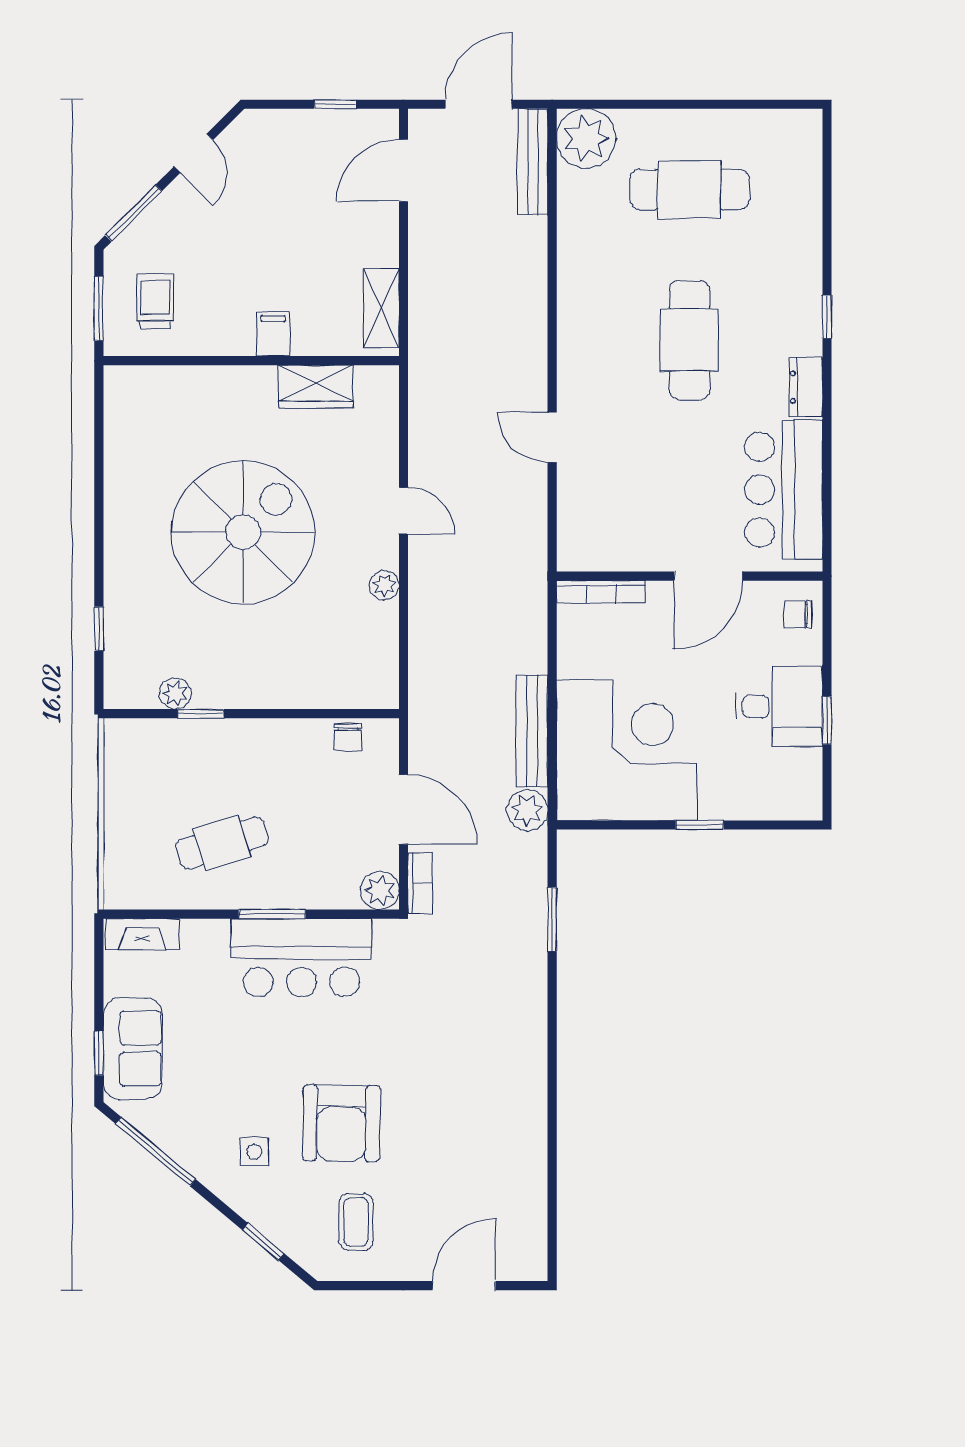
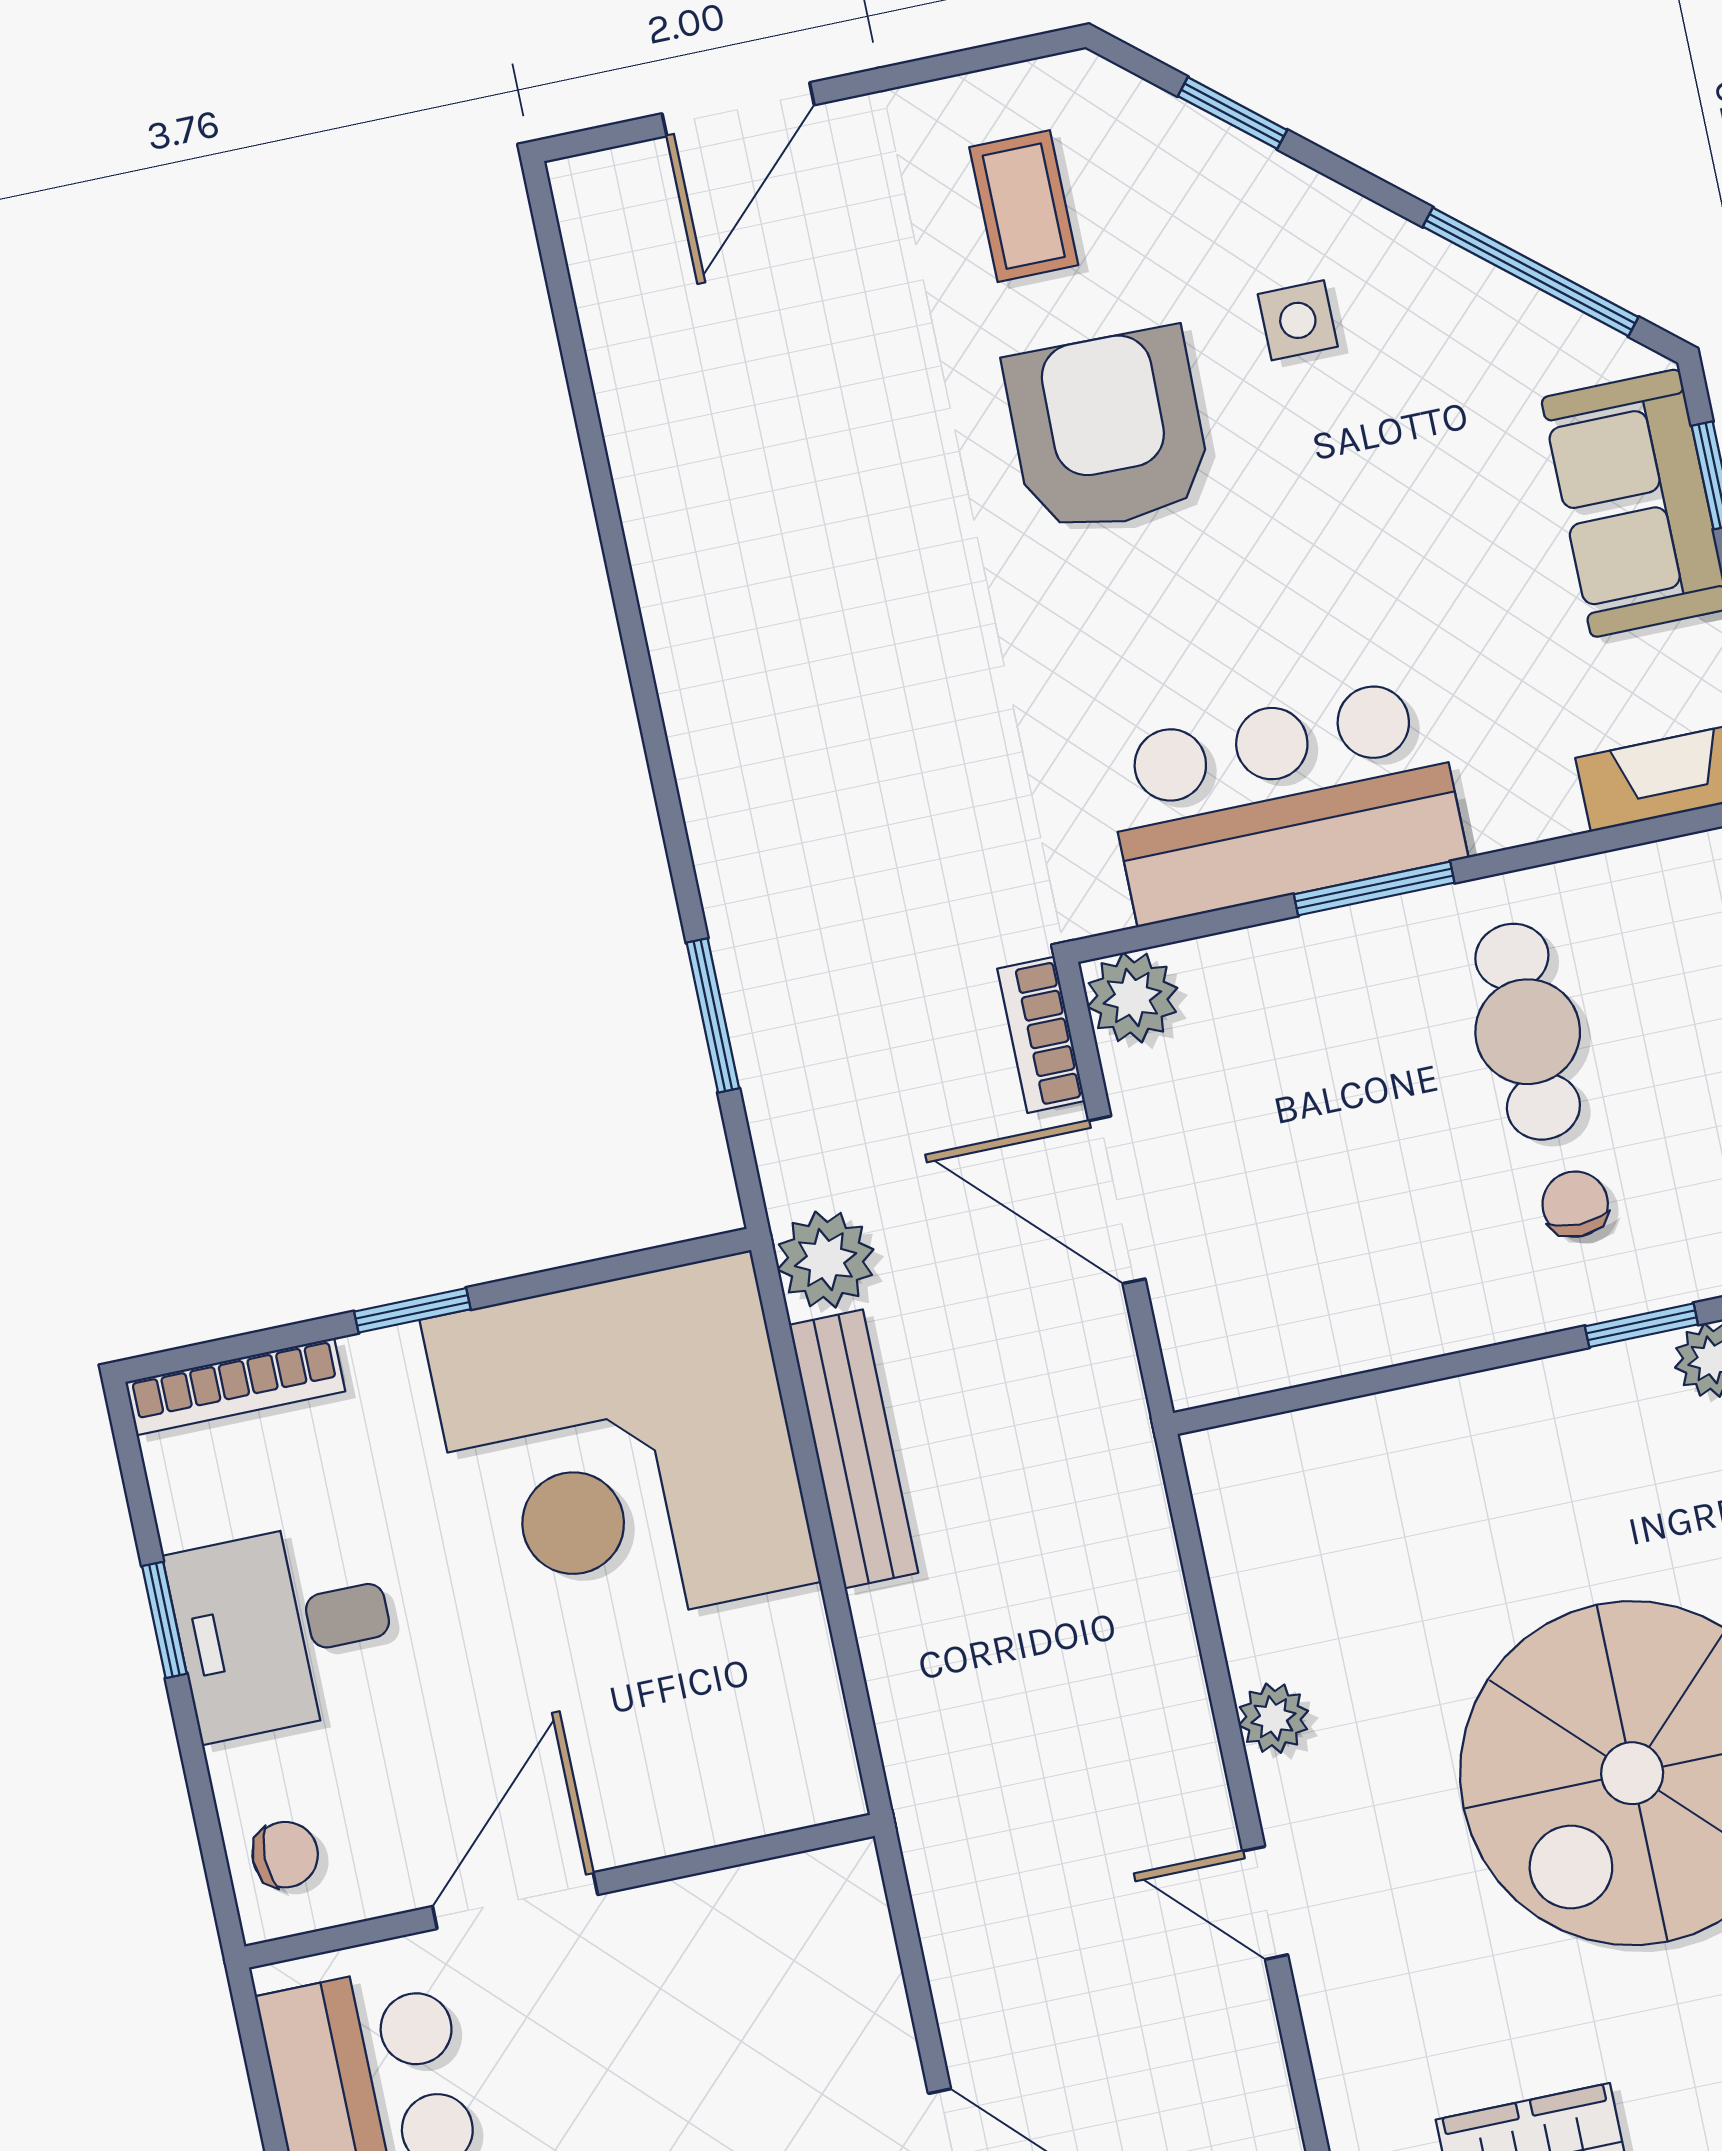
bookcase: (601, 592) -> (235, 1387), moved, turned 180
chair: (348, 737) -> (1575, 1204), moved
cafe table: (222, 843) -> (1528, 1032), turned -73

